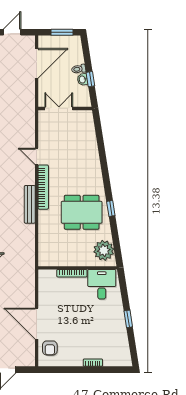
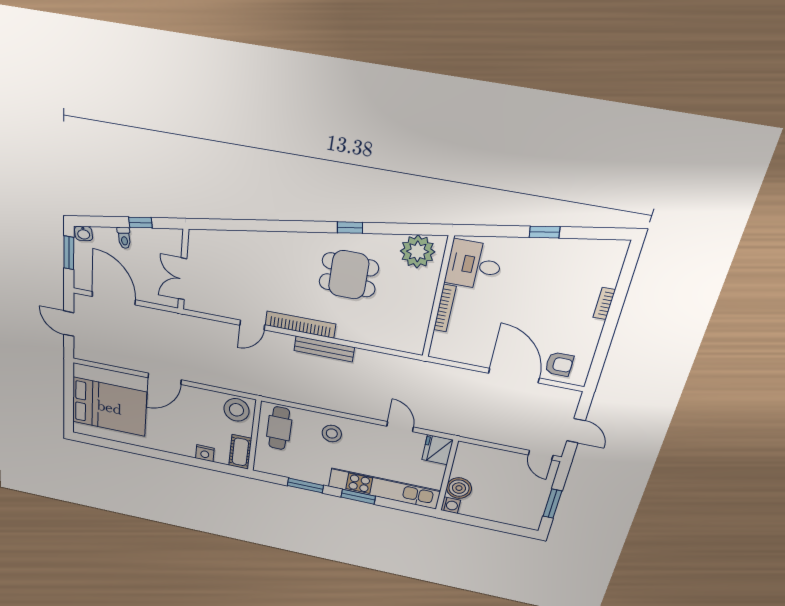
washbasin: (83, 79) -> (84, 233), moved
dining table: (82, 212) -> (349, 275), width x0.73
door: (37, 324) -> (514, 376), swing flipped

